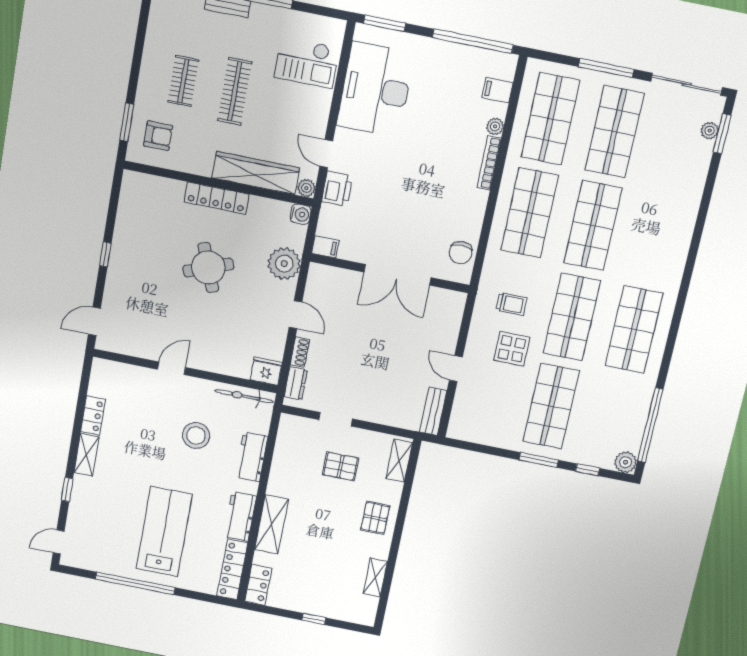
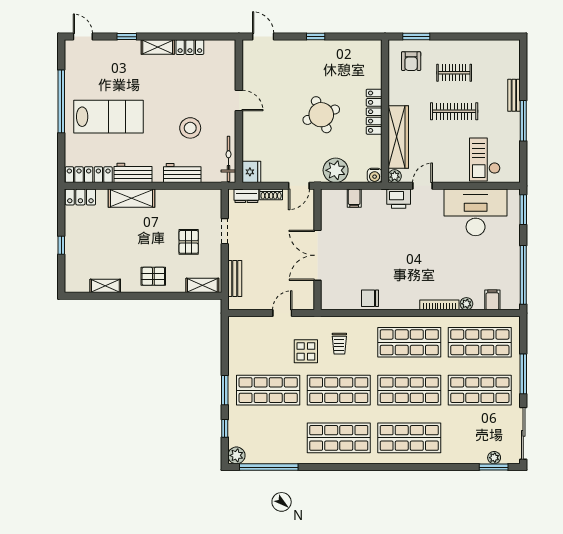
shop shelf: (656, 238) -> (409, 438), added
wall: (390, 273) -> (317, 249), moved
double door: (397, 275) -> (317, 255), moved
bench: (433, 411) -> (235, 278), moved, turned 90

